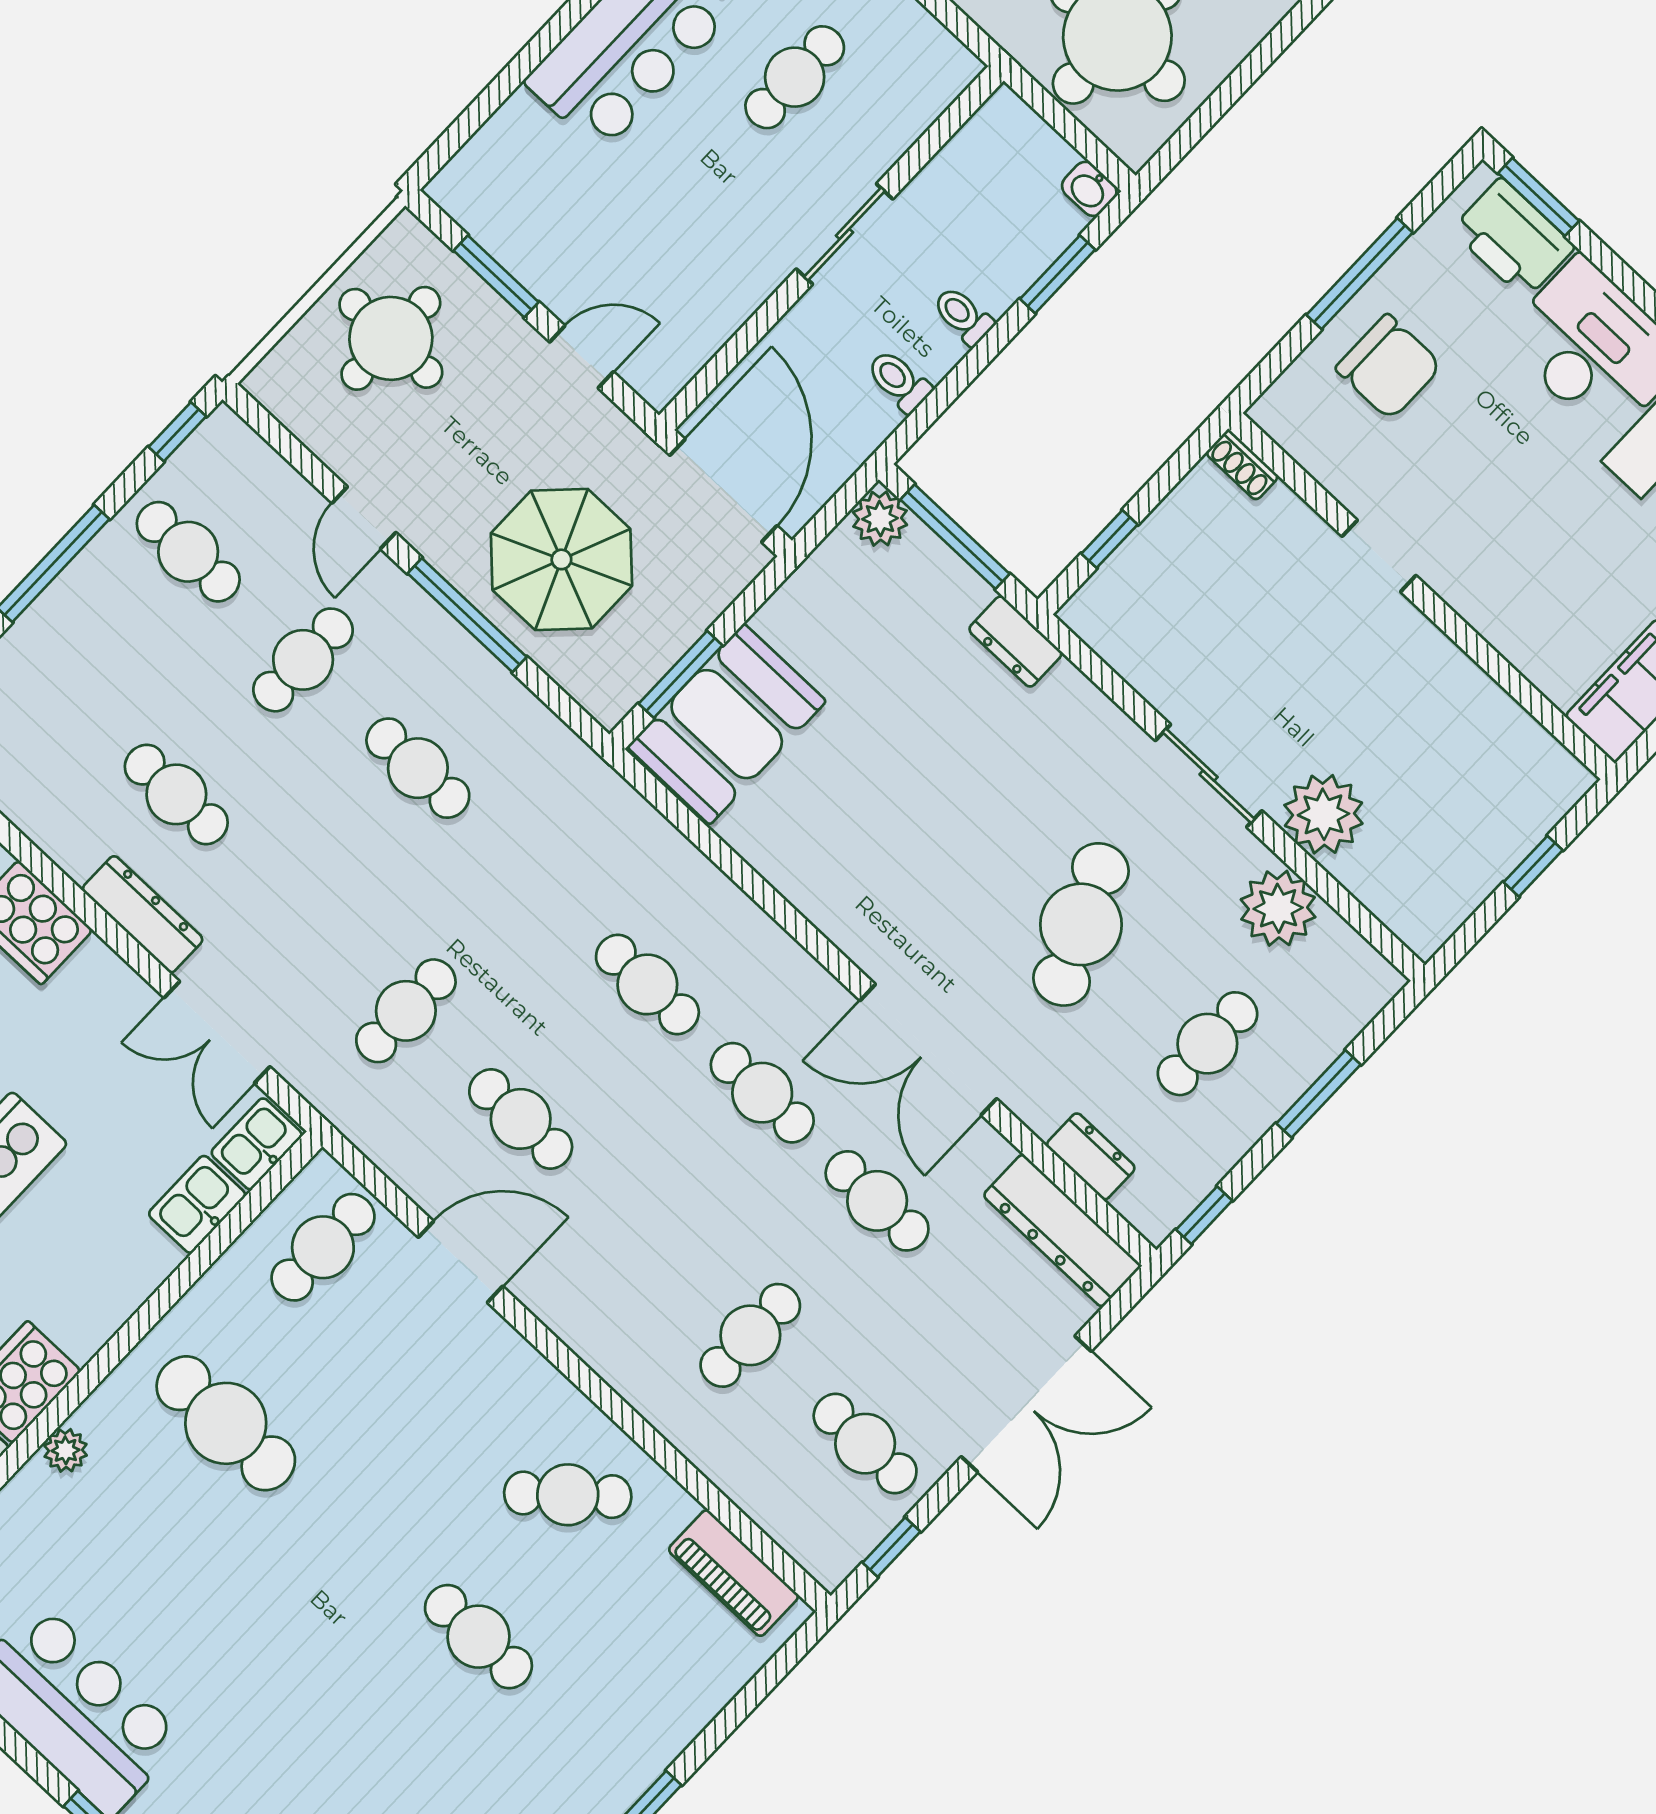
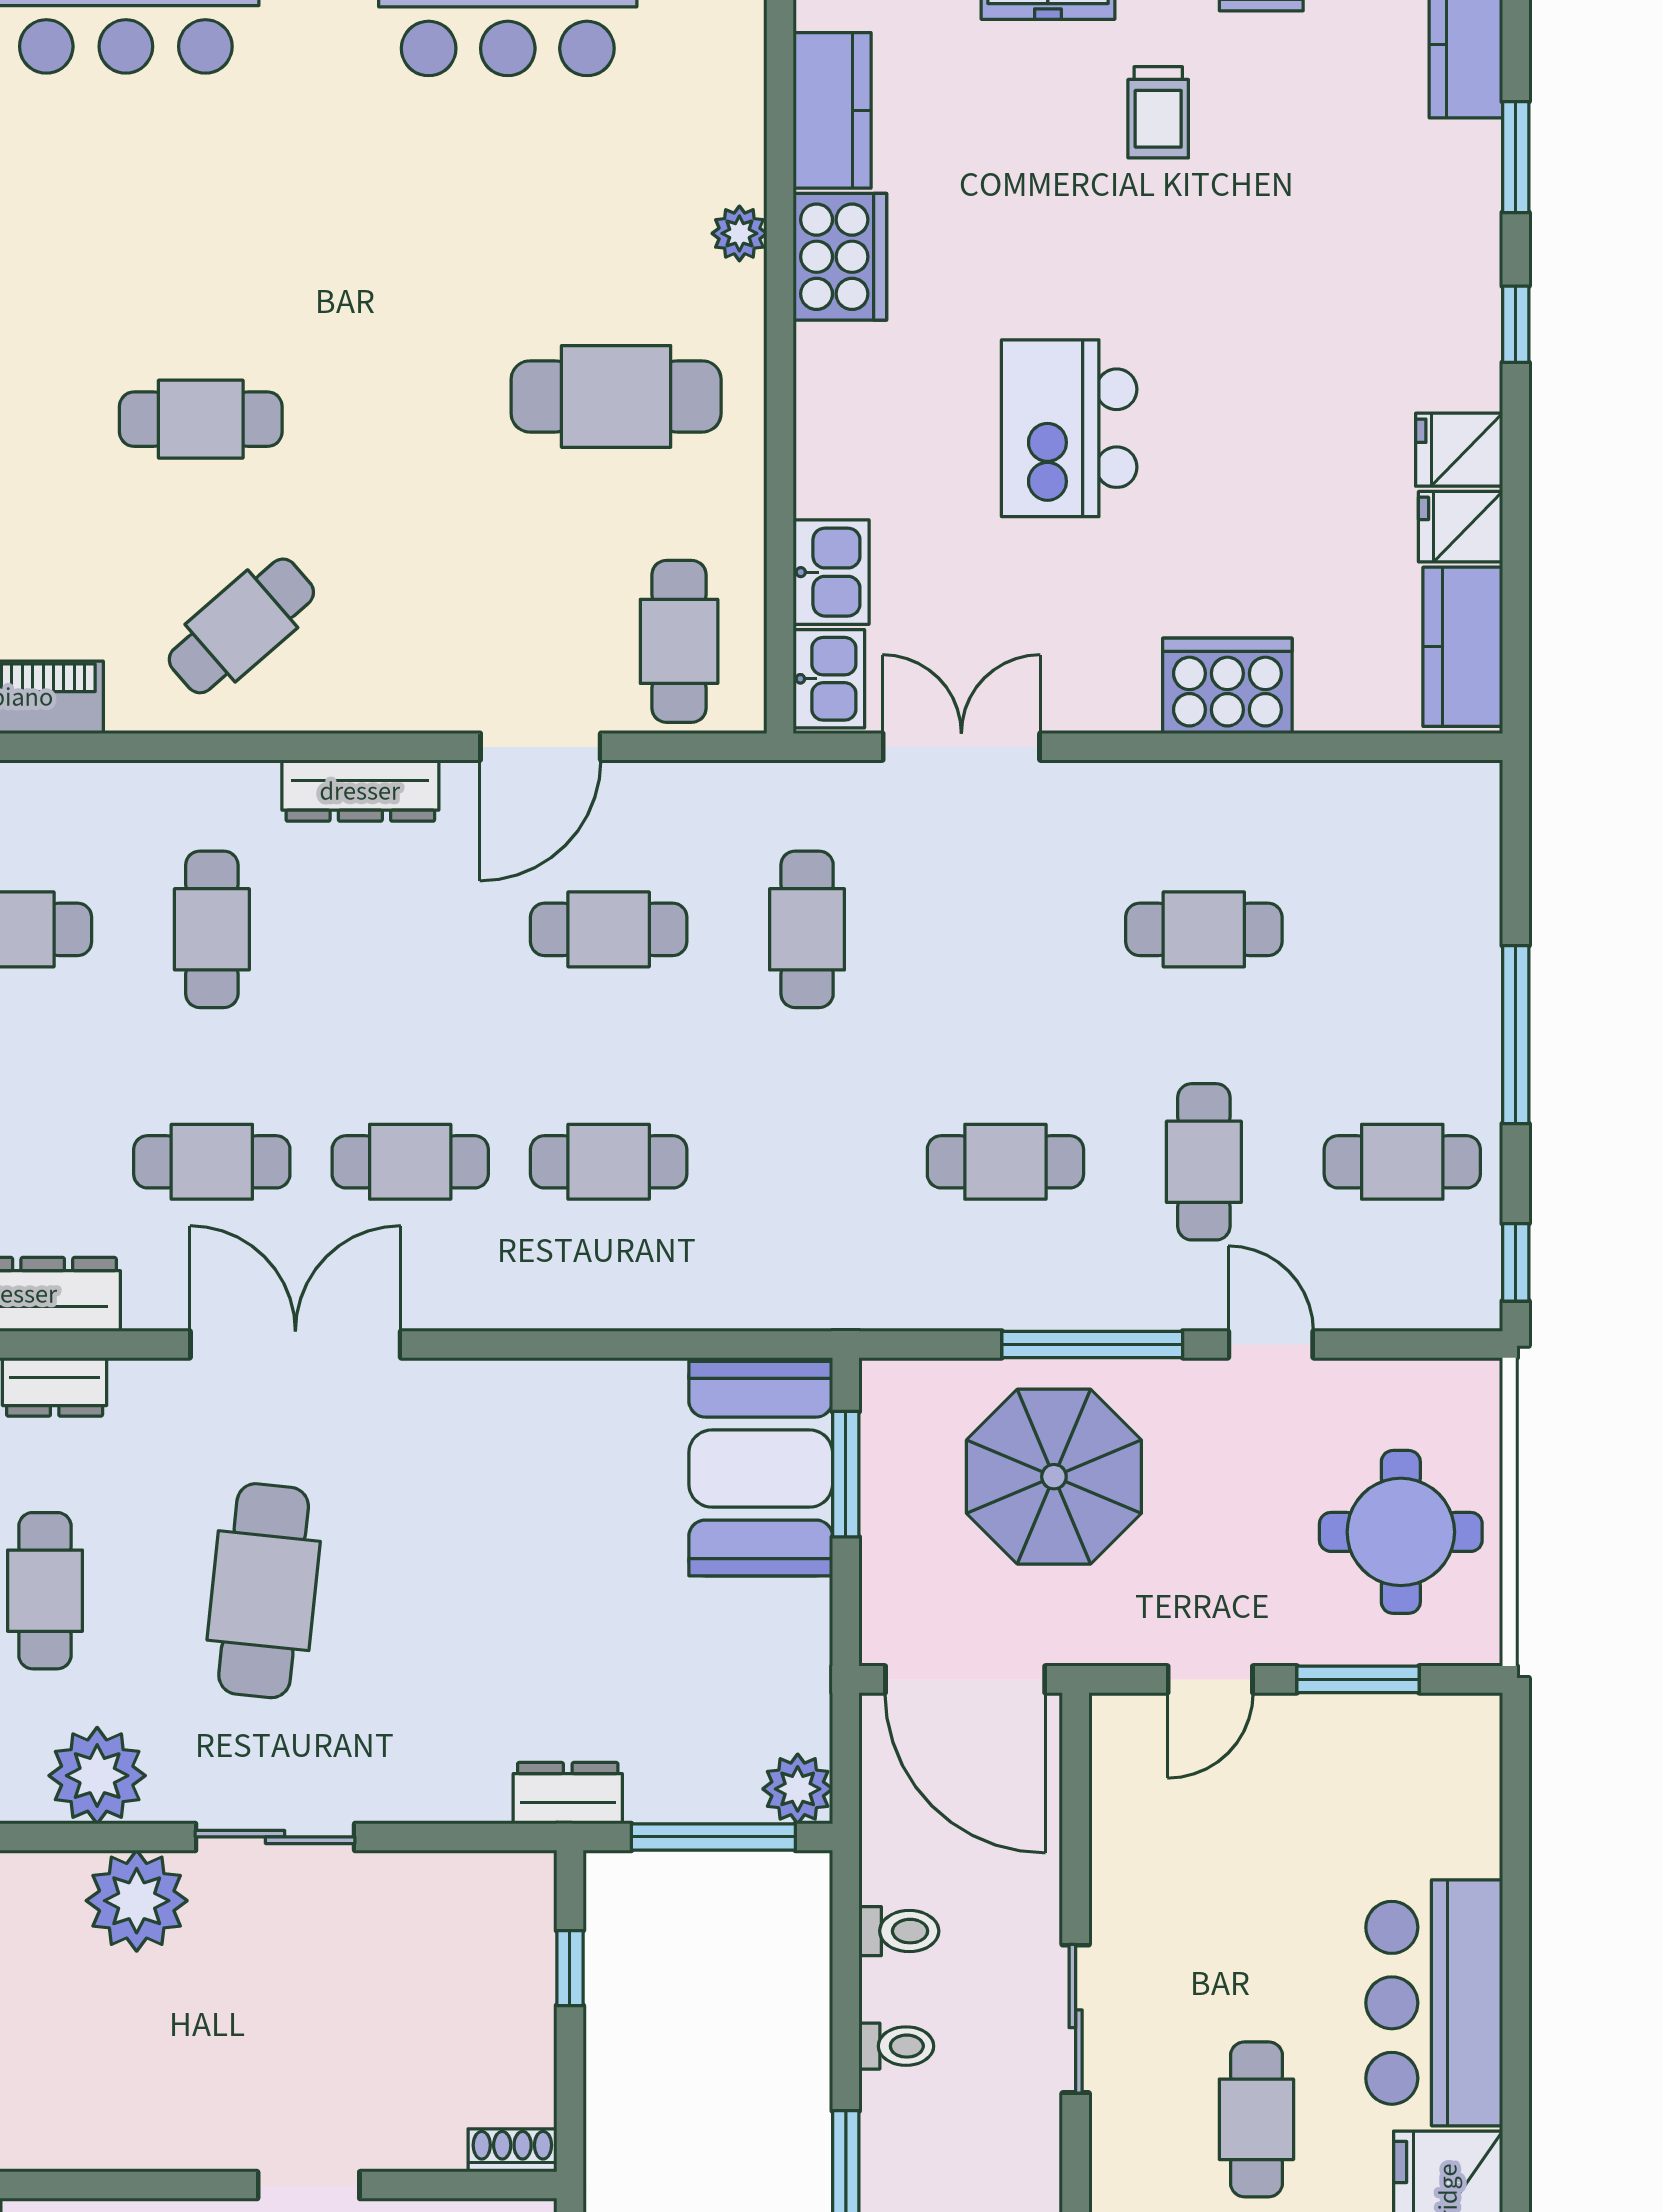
dresser: (143, 914) -> (360, 791), moved
cafe table: (1081, 924) -> (264, 1591), turned 30

